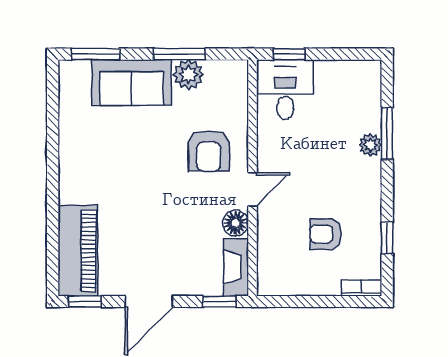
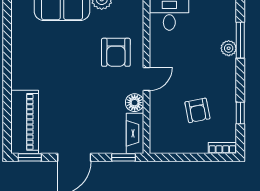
armchair: (326, 234) -> (197, 110), turned -101

